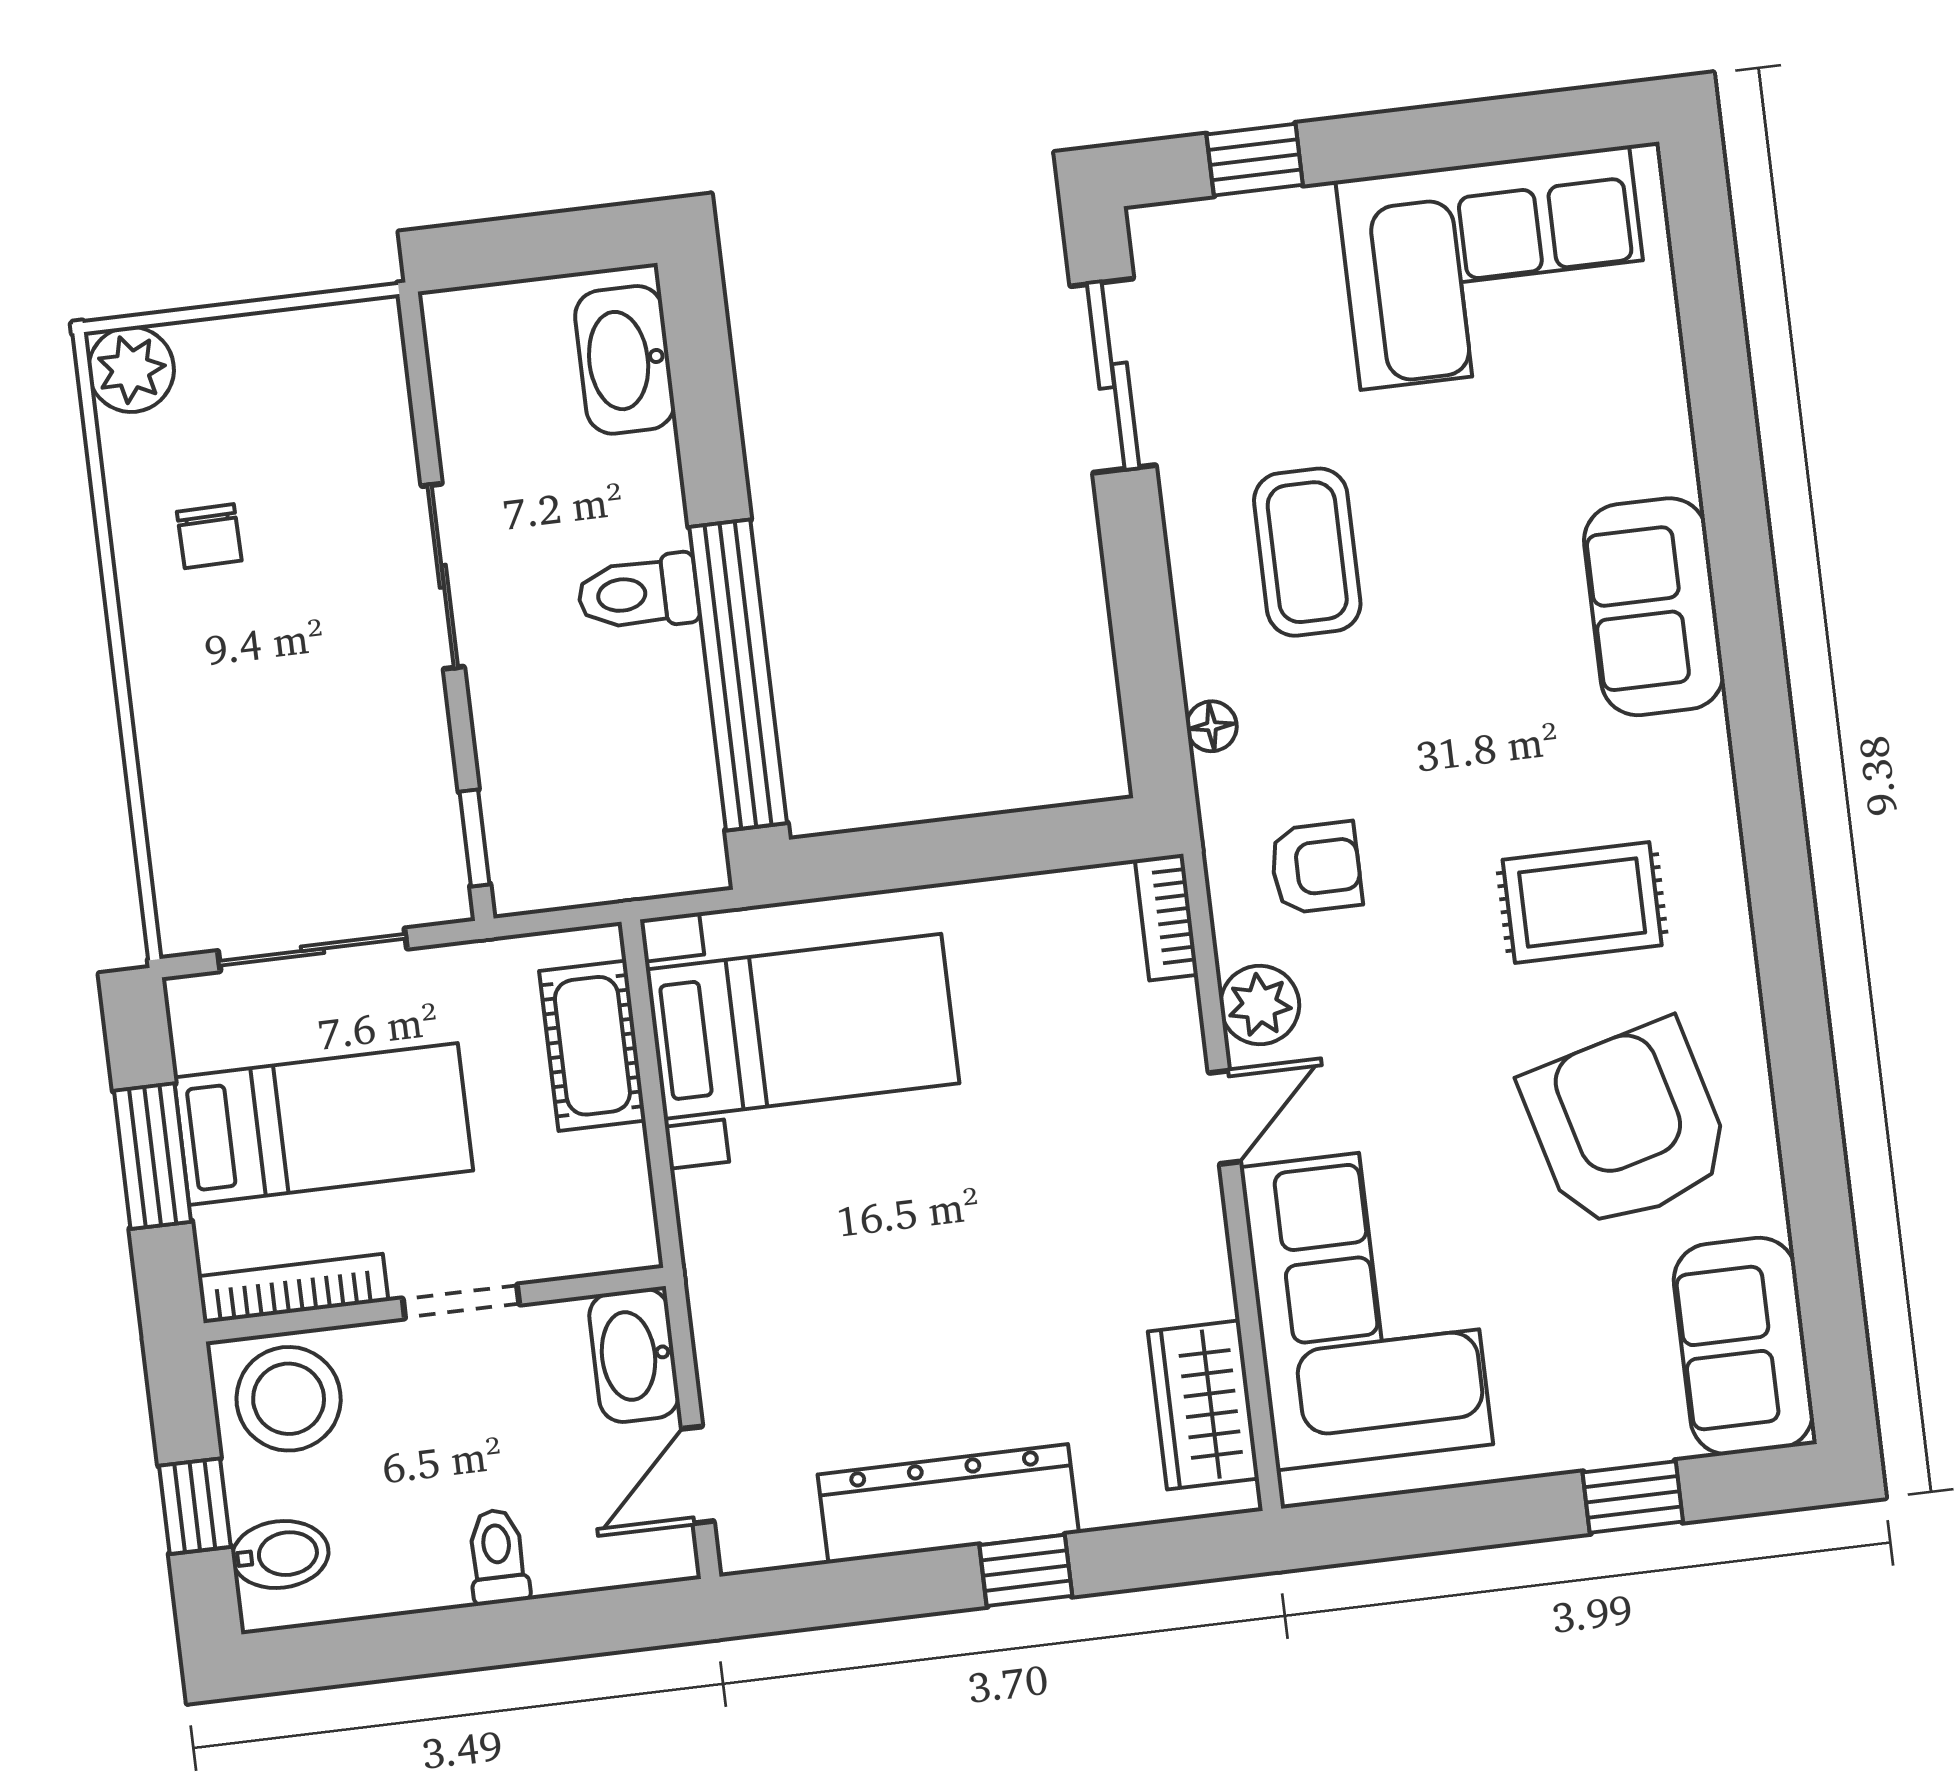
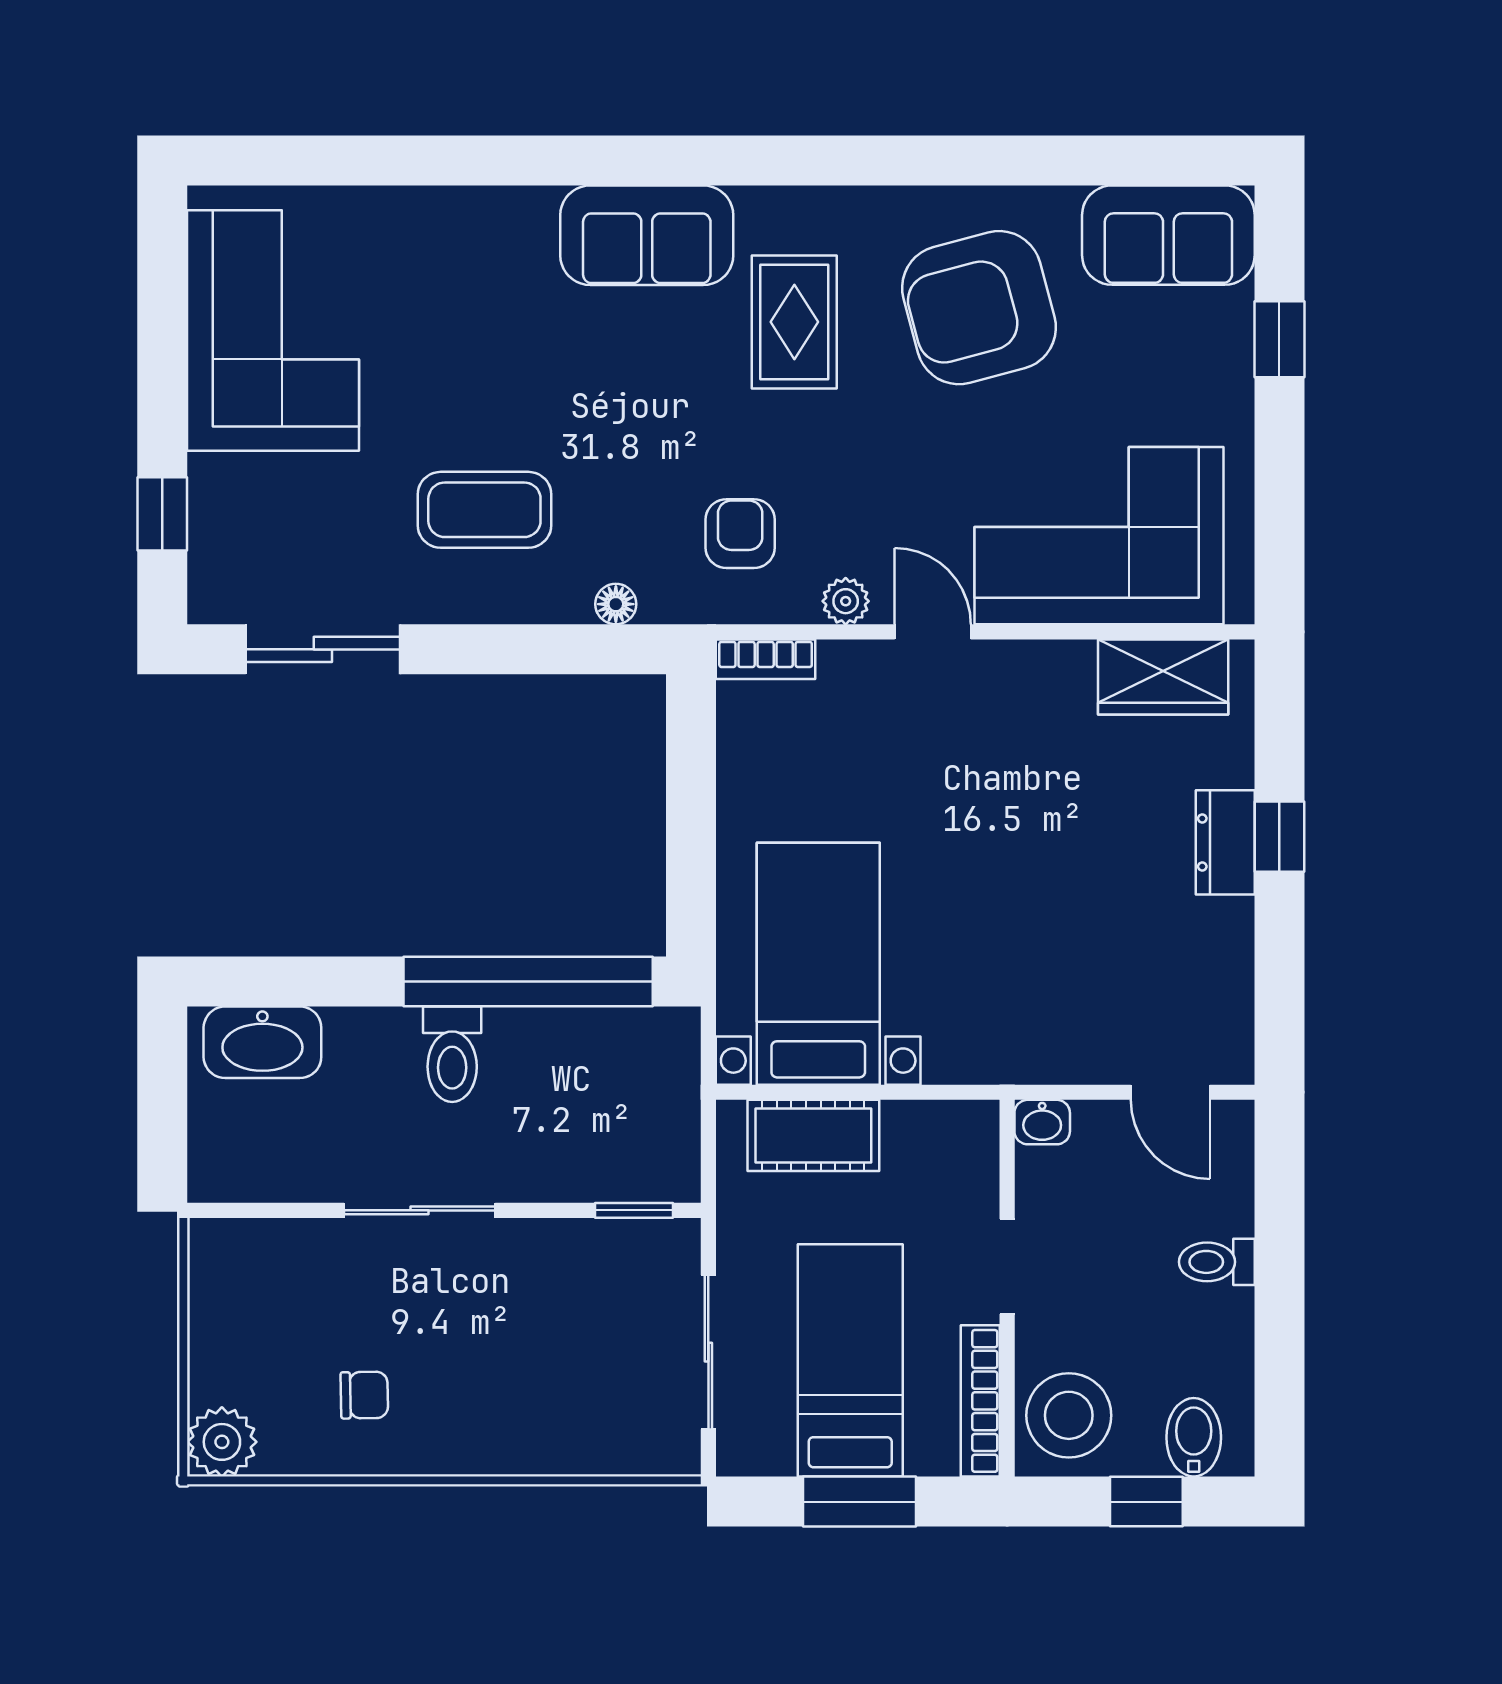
sofa: (1654, 607) -> (647, 235), moved
plant: (1260, 1005) -> (846, 601), width x0.73, depth x0.73
washbasin: (634, 1355) -> (1042, 1122), width x0.52, depth x0.69
dresser: (948, 1504) -> (1225, 842), width x0.51, depth x0.80

